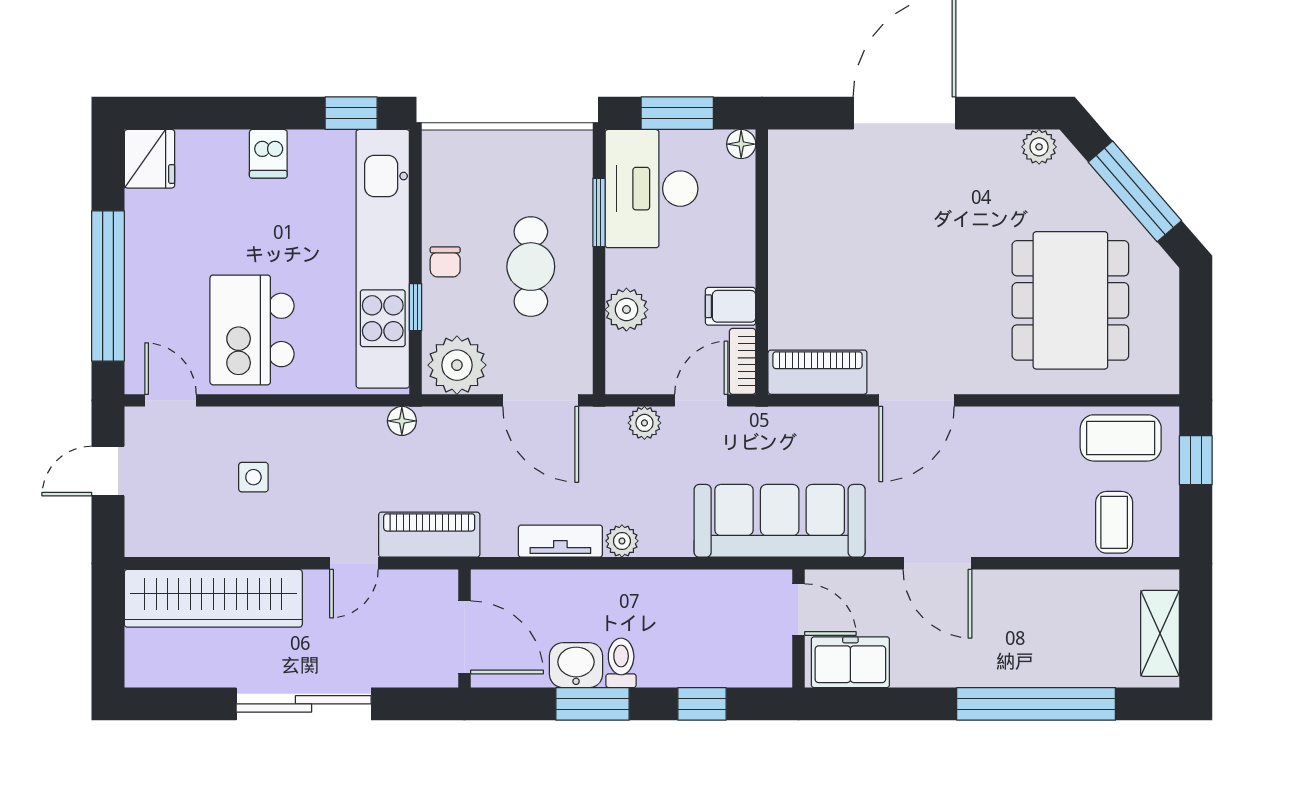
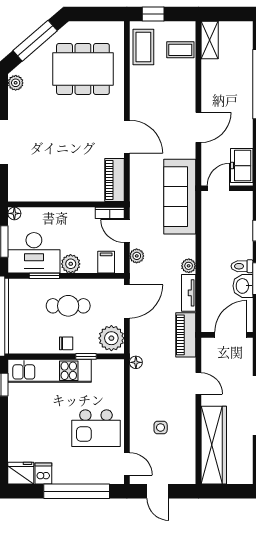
dishwasher: (268, 154) -> (43, 473), moved, turned -90
kitchen unit: (383, 259) -> (50, 371), width x0.73
filing cabinet: (731, 306) -> (106, 262), moved, turned 180
plant: (626, 310) -> (71, 264), moved
door: (170, 400) -> (127, 464), swing flipped
piano: (429, 535) -> (186, 335), moved
shelving: (1160, 633) -> (210, 40), moved, turned 90

